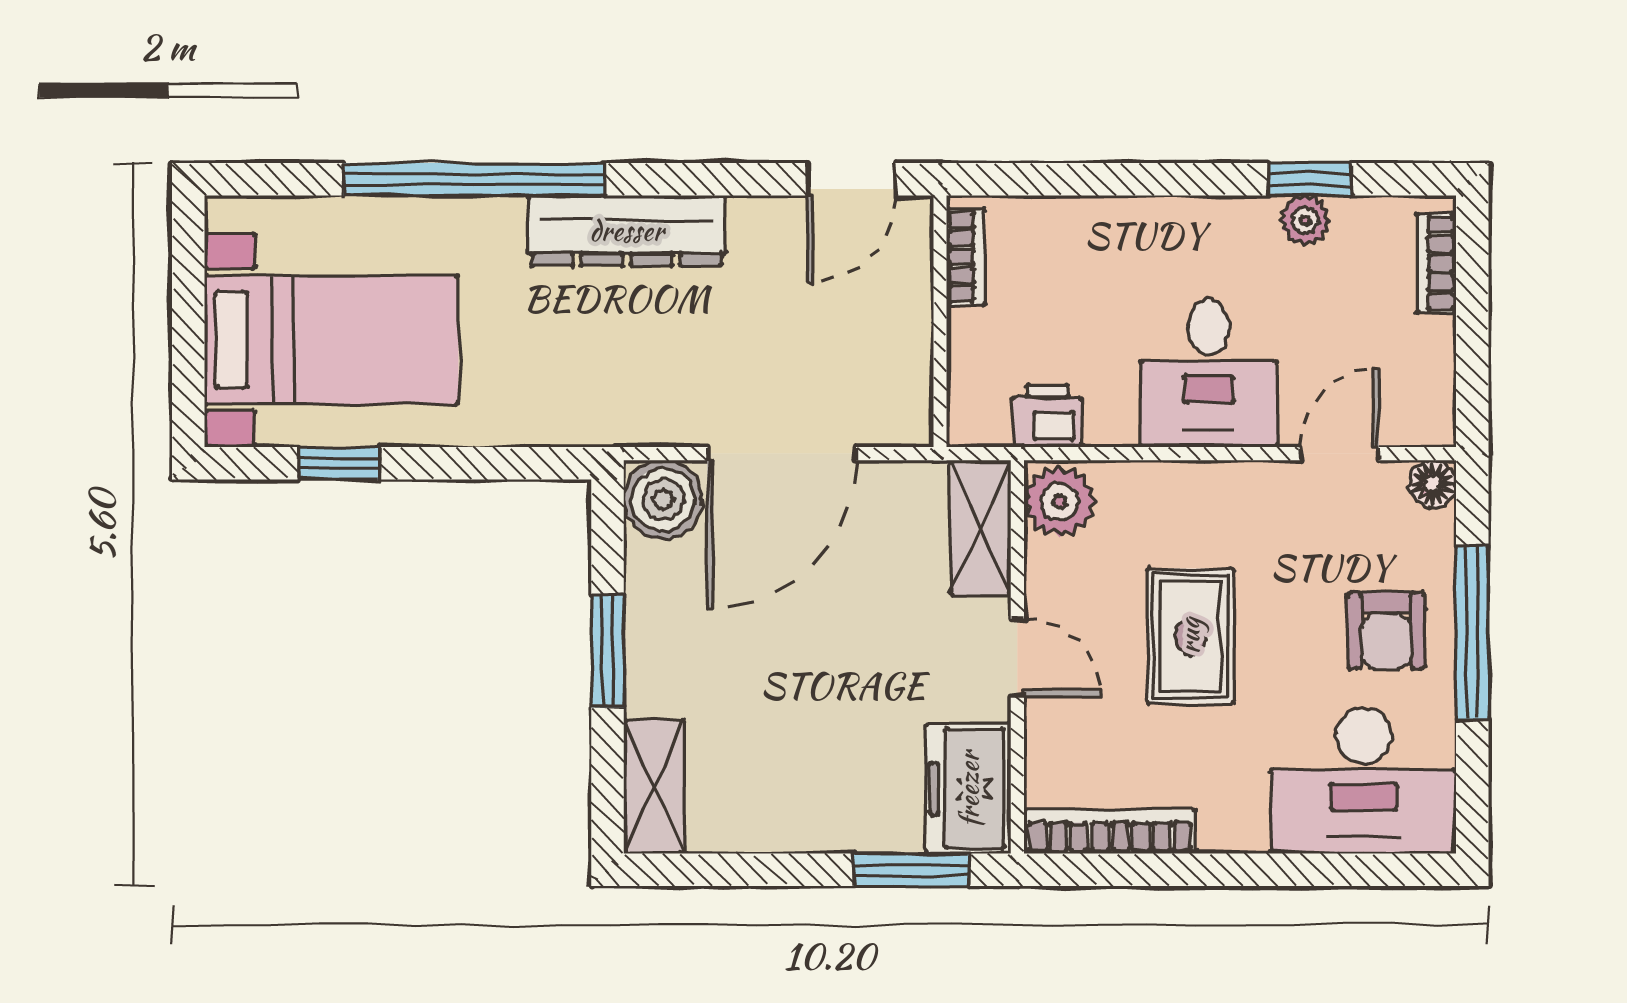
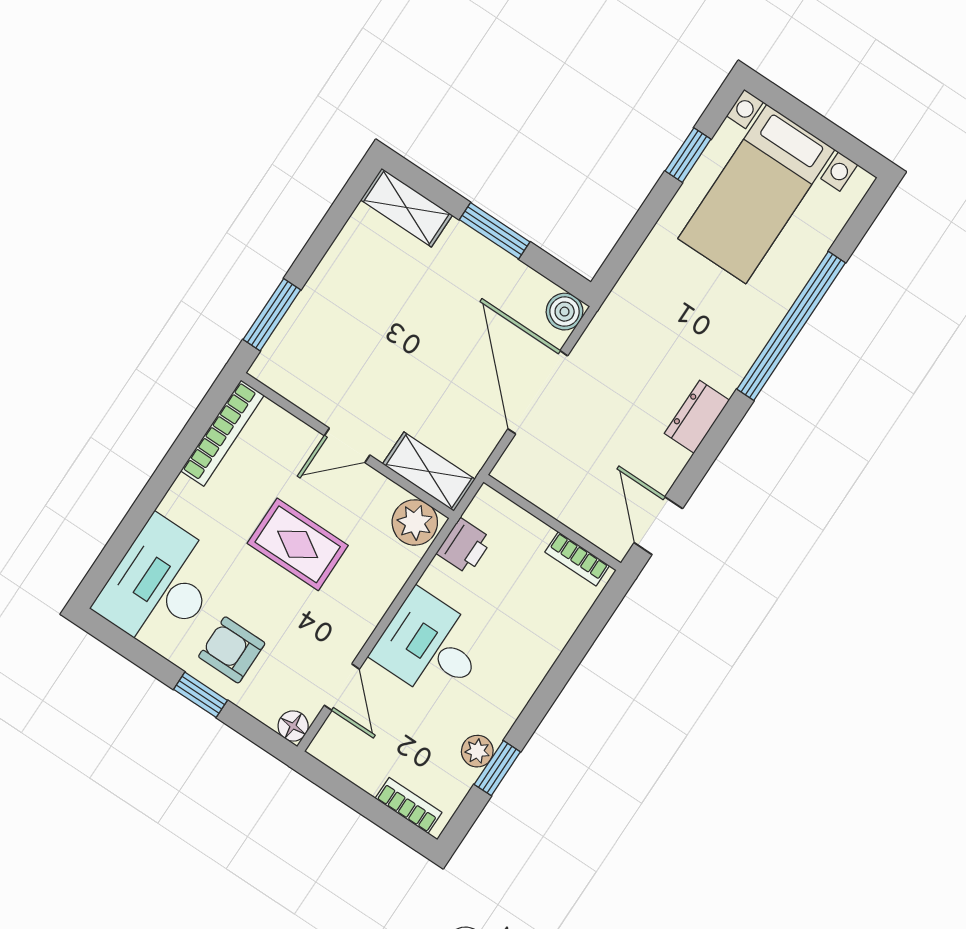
dresser: (627, 231) -> (697, 417), width x0.51, depth x0.80
boiler: (663, 499) -> (565, 312), width x0.73, depth x0.73
window: (1472, 632) -> (200, 695), width x0.46
freezer: (969, 789) -> (295, 373), removed

